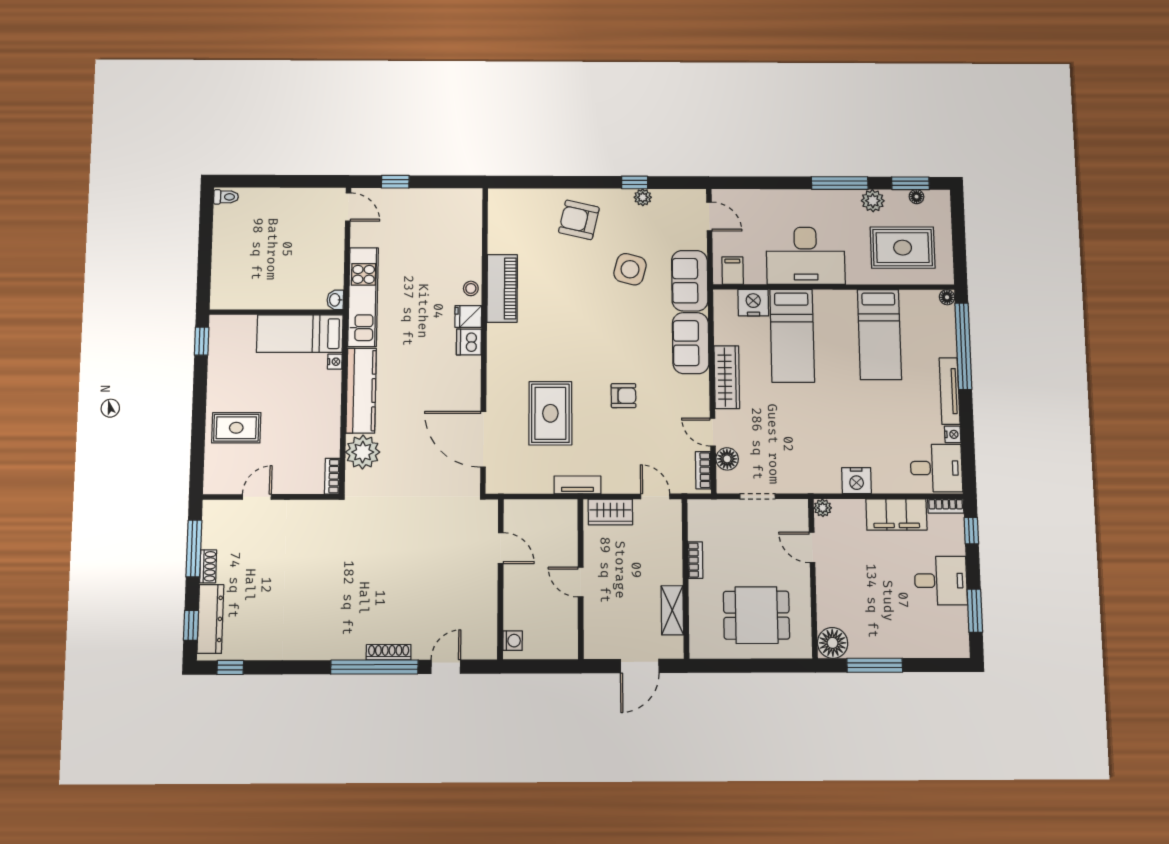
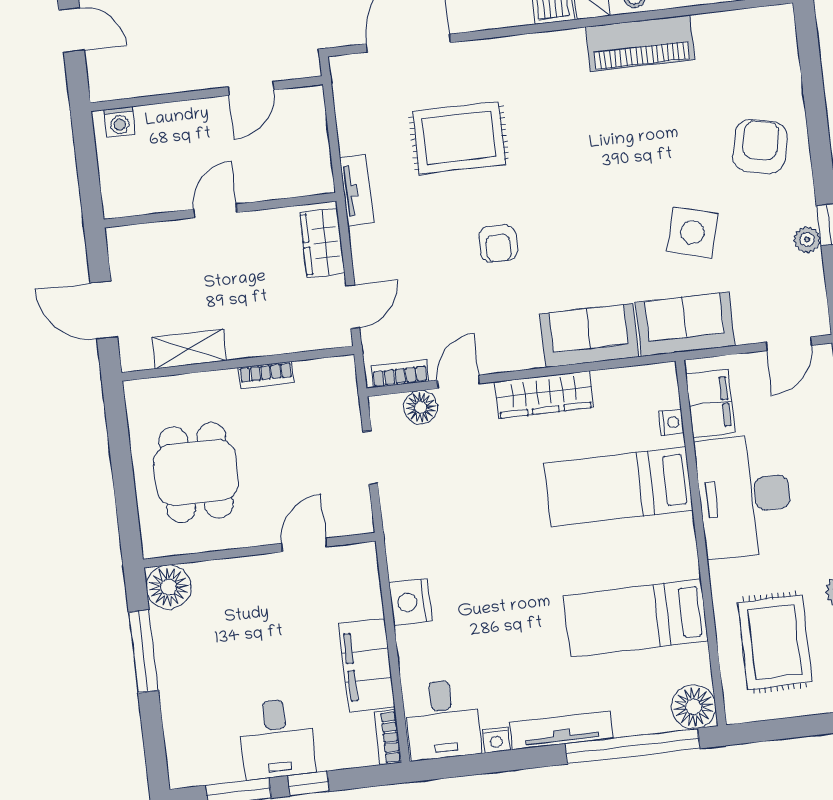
filing cabinet: (733, 271) -> (710, 403), width x2.00
floor lamp: (947, 297) -> (694, 707), width x1.89, depth x1.89
nightstand: (753, 303) -> (671, 422), width x0.53, depth x0.56
plant: (823, 508) -> (364, 555), removed
window: (971, 531) -> (309, 784), moved

